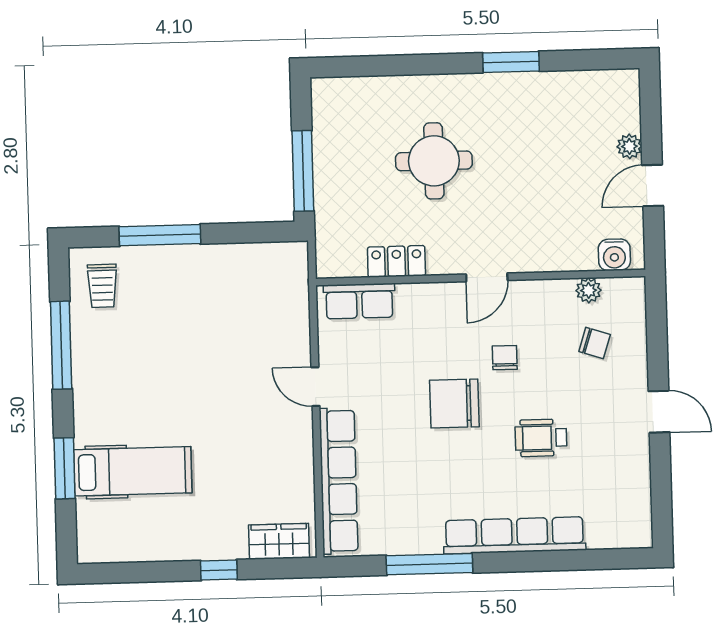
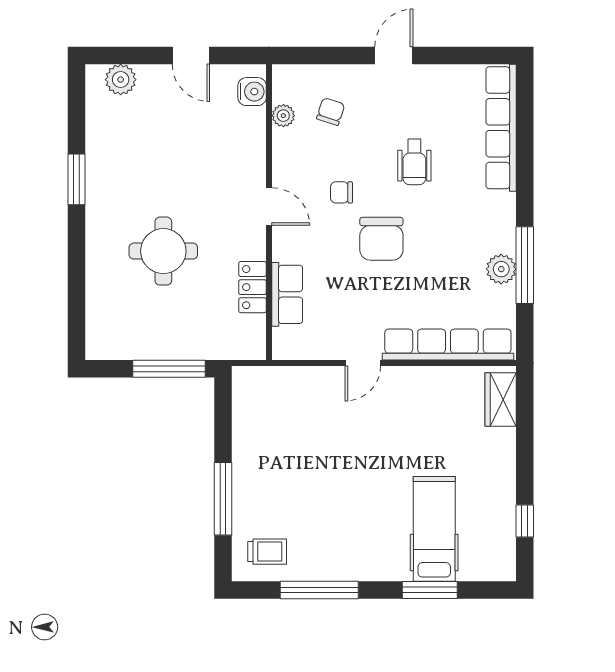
plant: (629, 146) -> (121, 80), moved, width x1.38, depth x1.38
row of seats: (359, 301) -> (287, 294), moved
row of seats: (514, 535) -> (501, 128), moved
plant: (424, 538) -> (501, 269), added
window: (219, 570) -> (525, 521), moved

